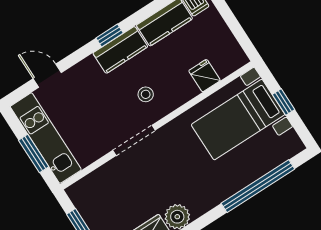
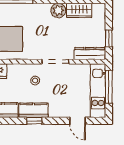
window: (34, 153) -> (109, 87), width x1.44
dresser: (92, 184) -> (90, 54), added

